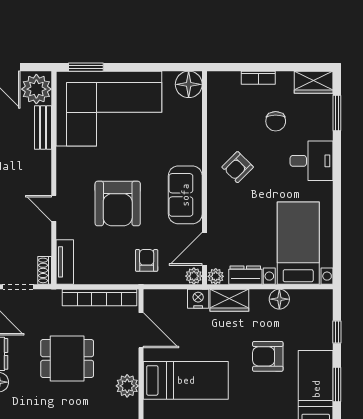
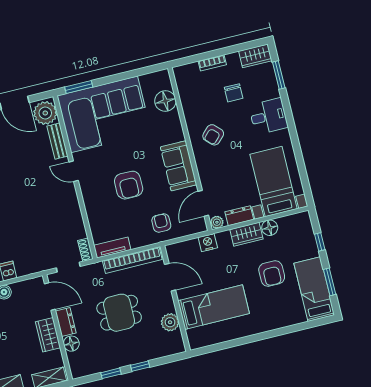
floor lamp: (189, 84) -> (165, 101), moved
armchair: (118, 203) -> (129, 185), width x0.73, depth x0.73
door: (54, 208) -> (74, 171), moved
tv unit: (65, 262) -> (112, 247), moved, turned -90
plant: (194, 276) -> (200, 226), removed
wardrobe: (229, 300) -> (246, 234), moved
armchair: (268, 356) -> (272, 273), turned -90

